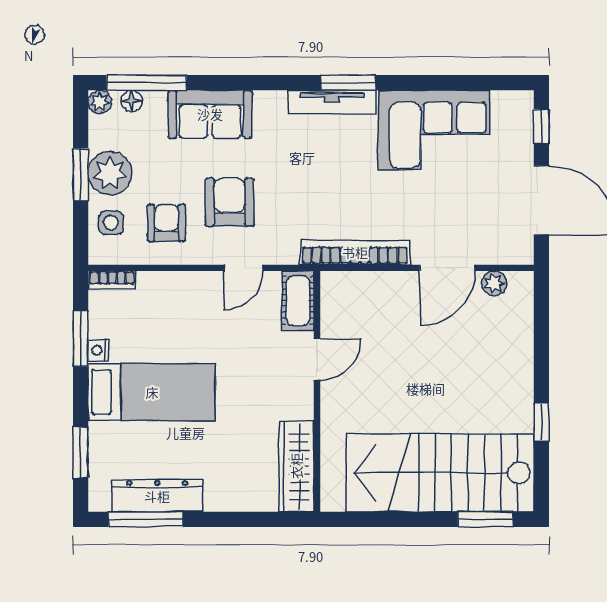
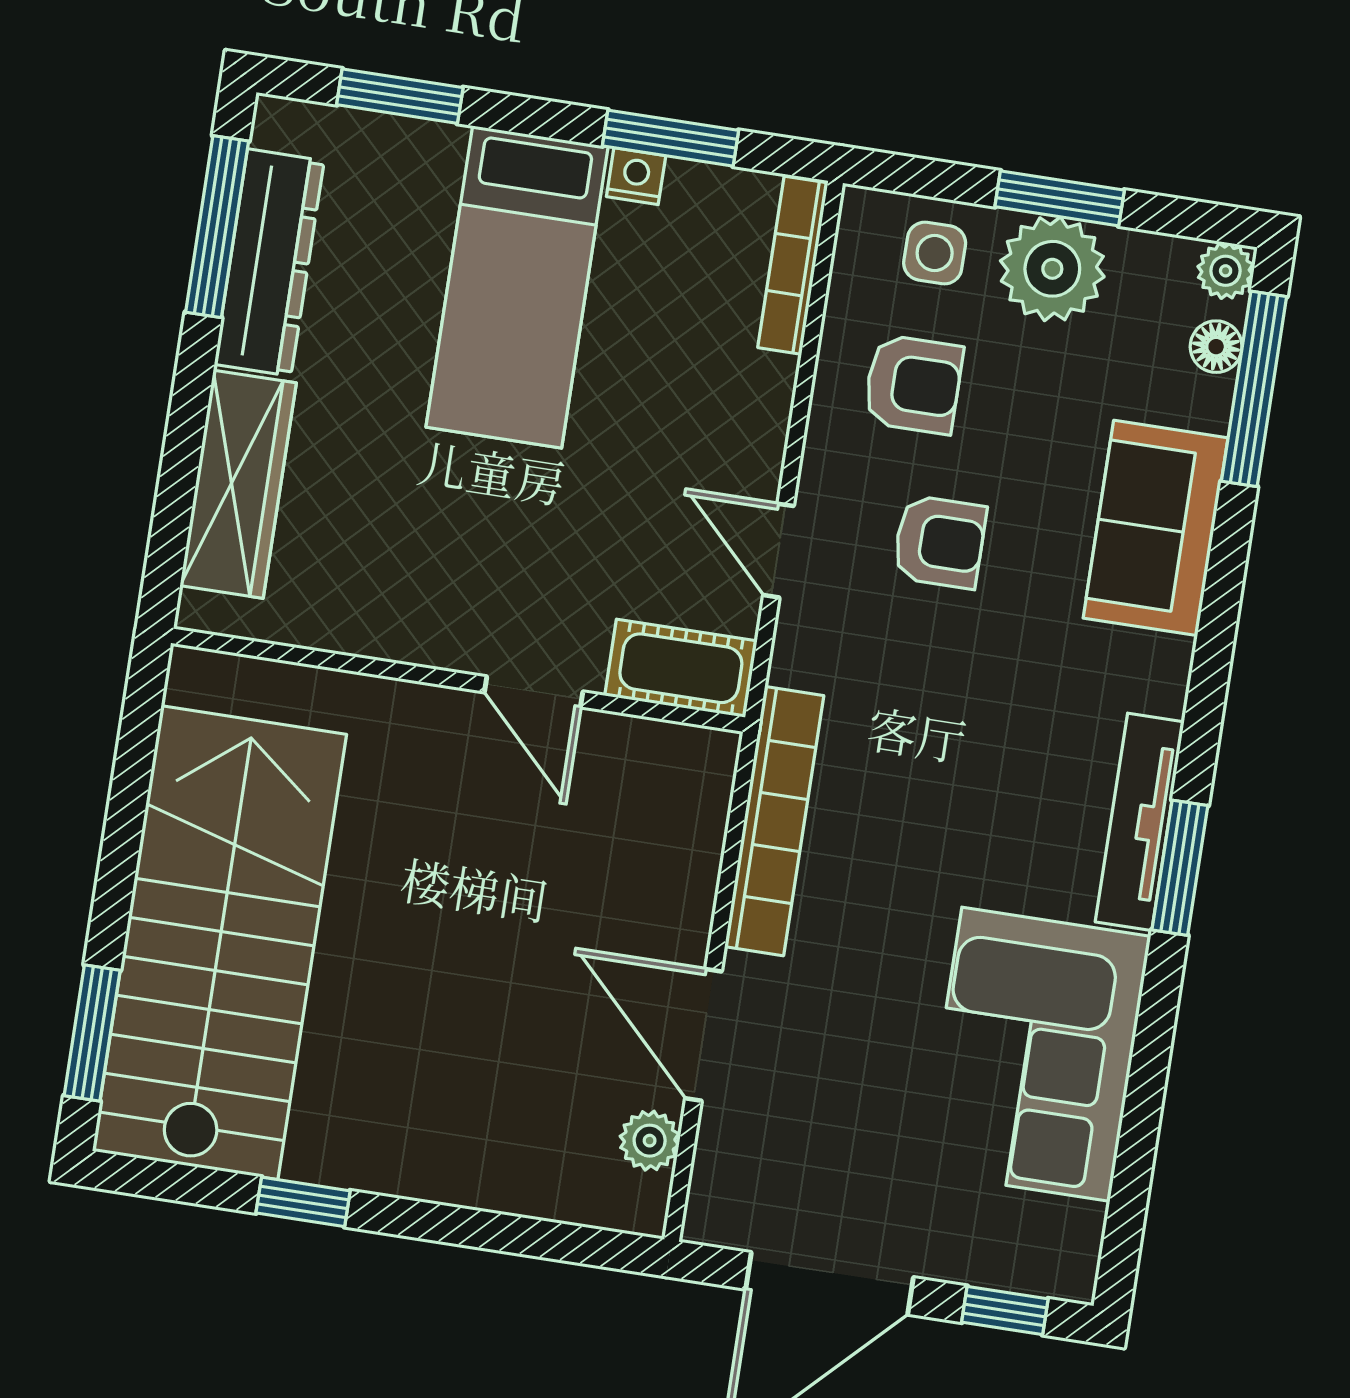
armchair: (230, 202) -> (940, 542), width x0.72, depth x0.72
bookcase: (112, 280) -> (793, 265), width x1.56
wardrobe: (296, 466) -> (238, 484), moved, turned 90

